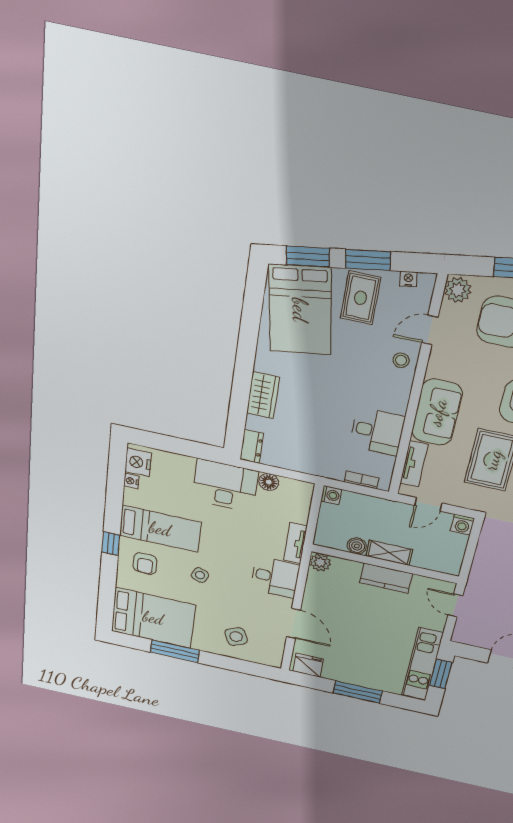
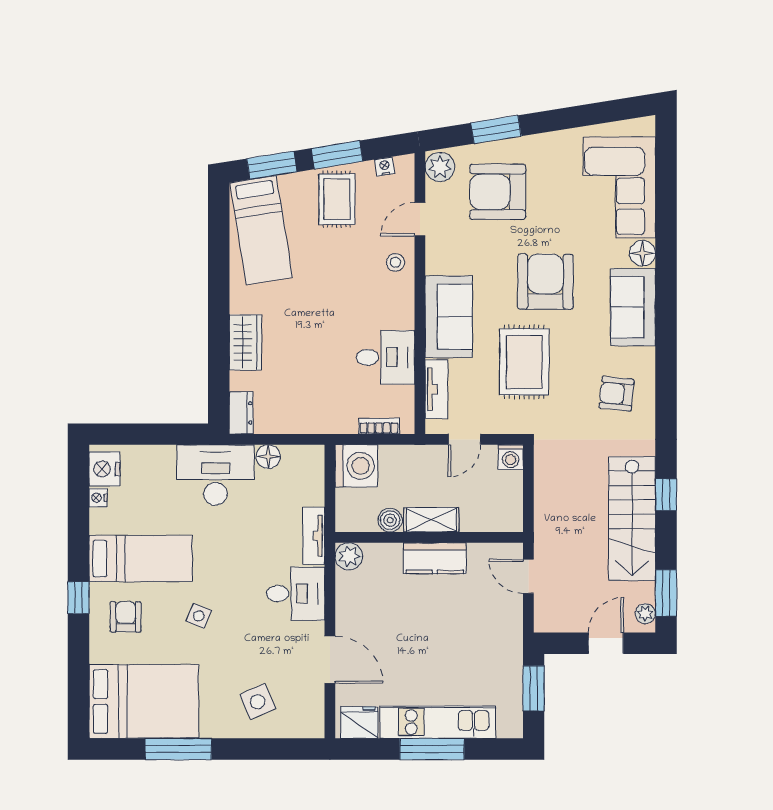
bed: (300, 310) -> (261, 230), width x0.67
washing machine: (331, 495) -> (356, 466), width x1.89, depth x1.89
armchair: (145, 564) -> (126, 617), turned 180
kitchen unit: (422, 664) -> (438, 722), moved, turned 90

